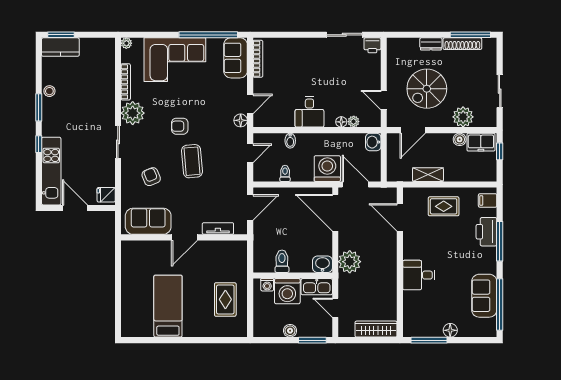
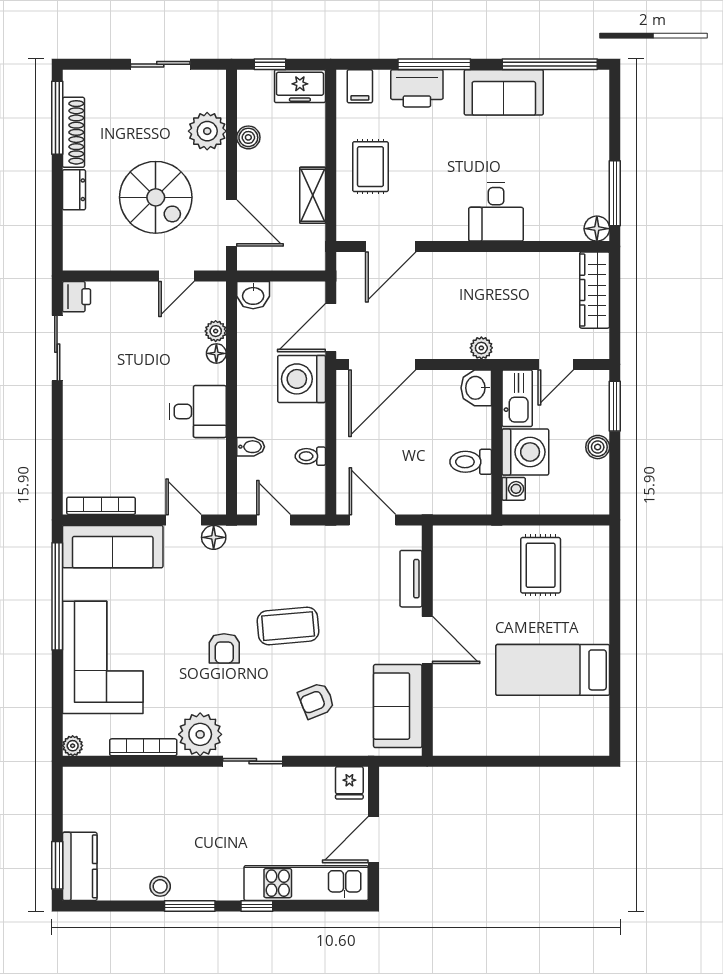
sofa: (236, 58) -> (113, 547), width x1.36
freezer: (481, 142) -> (300, 86), moved, turned 90
plant: (350, 262) -> (481, 348), width x0.53, depth x0.53
sofa: (484, 296) -> (504, 92), moved
rug: (225, 299) -> (541, 565), turned 90
floor lamp: (450, 330) -> (597, 229), moved

